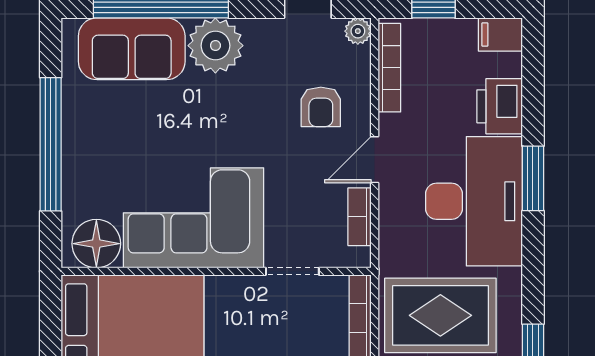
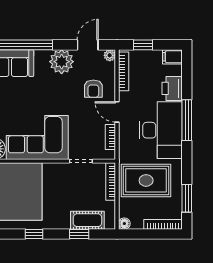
plant: (215, 46) -> (62, 62), moved
door: (375, 160) -> (117, 112), hinge flipped
window: (533, 178) -> (187, 120), width x1.44

